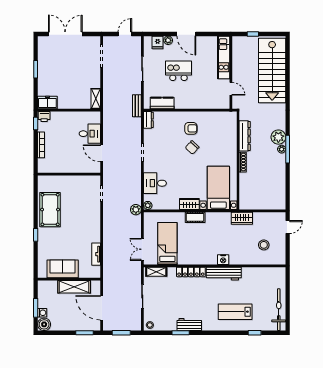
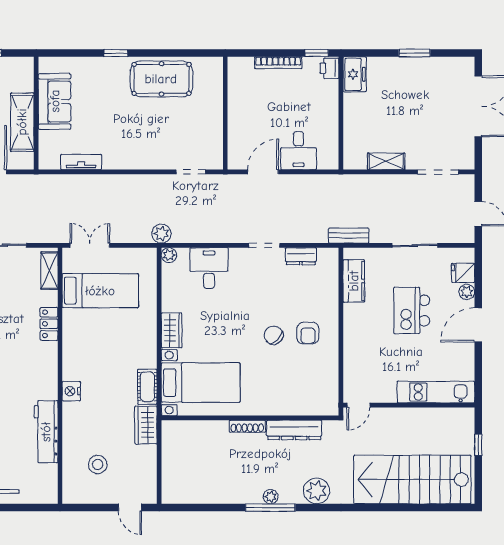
kitchen island: (178, 71) -> (412, 311), turned 180
door: (231, 89) -> (358, 405), moved
shelving: (96, 99) -> (386, 161), moved
dresser: (148, 120) -> (301, 256), moved
plant: (278, 137) -> (317, 491), moved
cot: (195, 217) -> (147, 387), moved
locker: (191, 272) -> (49, 324), width x0.66
workbench: (224, 274) -> (46, 432), moved

